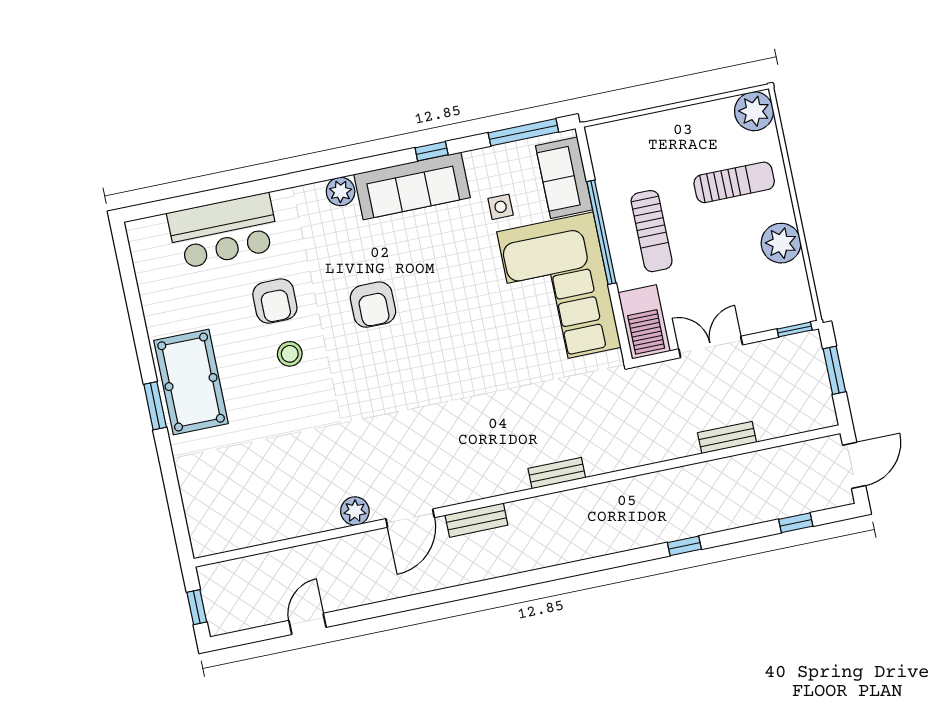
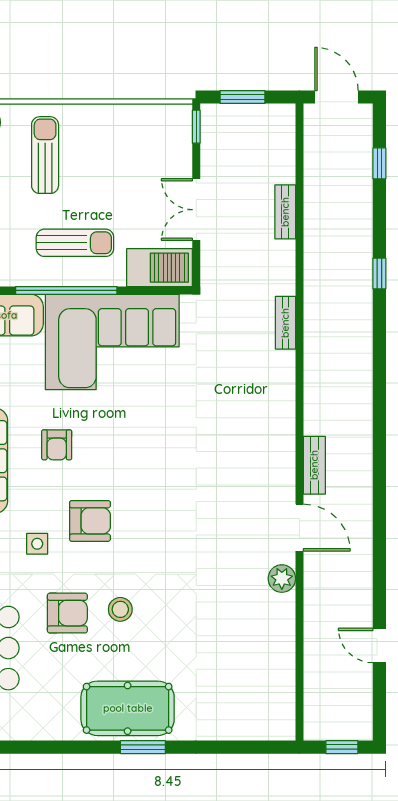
side table: (501, 207) -> (37, 544), moved
plant: (781, 243) -> (112, 123), removed
armchair: (443, 255) -> (57, 445), added
bench: (557, 473) -> (285, 323), moved

